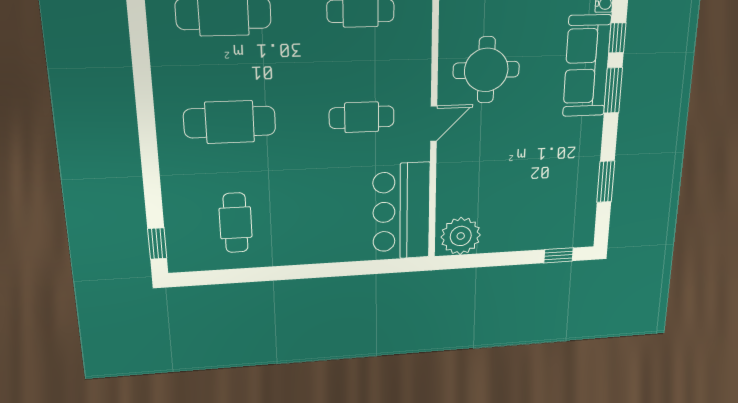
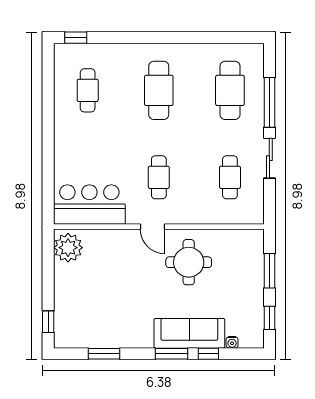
cafe table: (236, 223) -> (88, 90), turned 90

